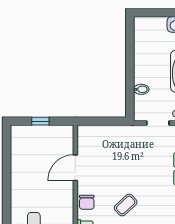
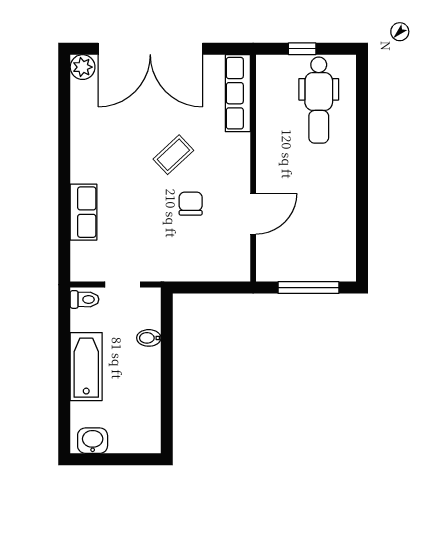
window: (40, 121) -> (308, 288), width x2.17
chair: (87, 202) -> (191, 204), moved

